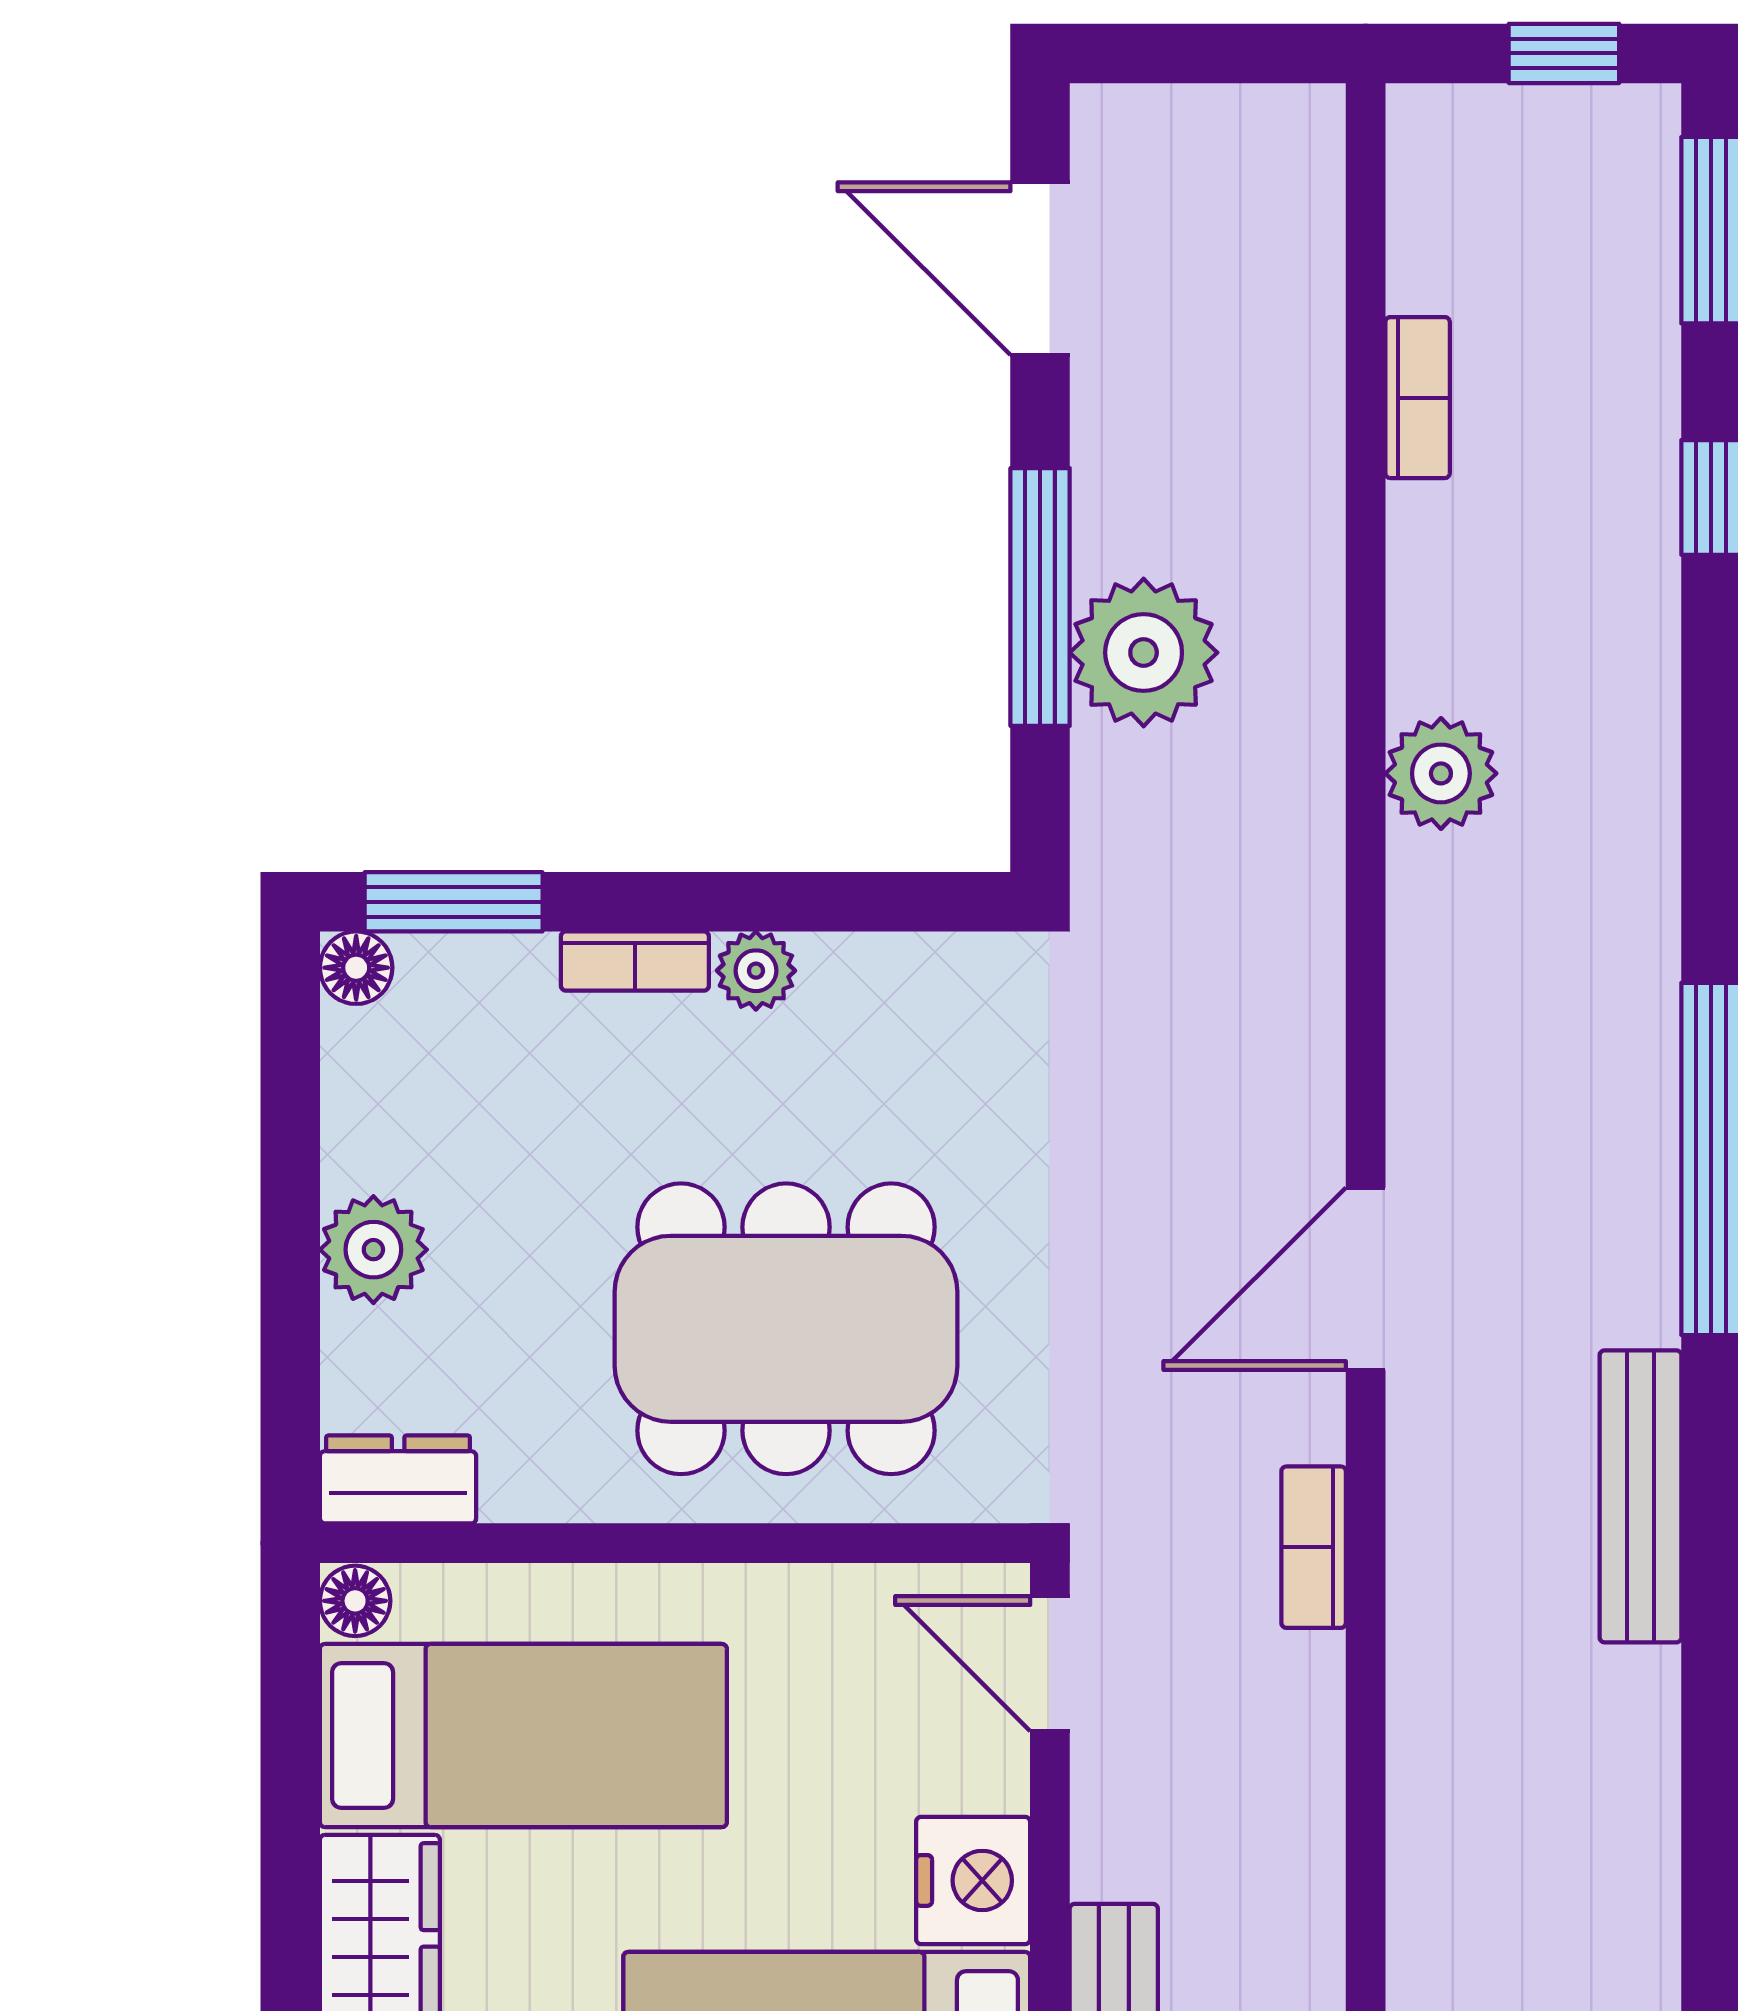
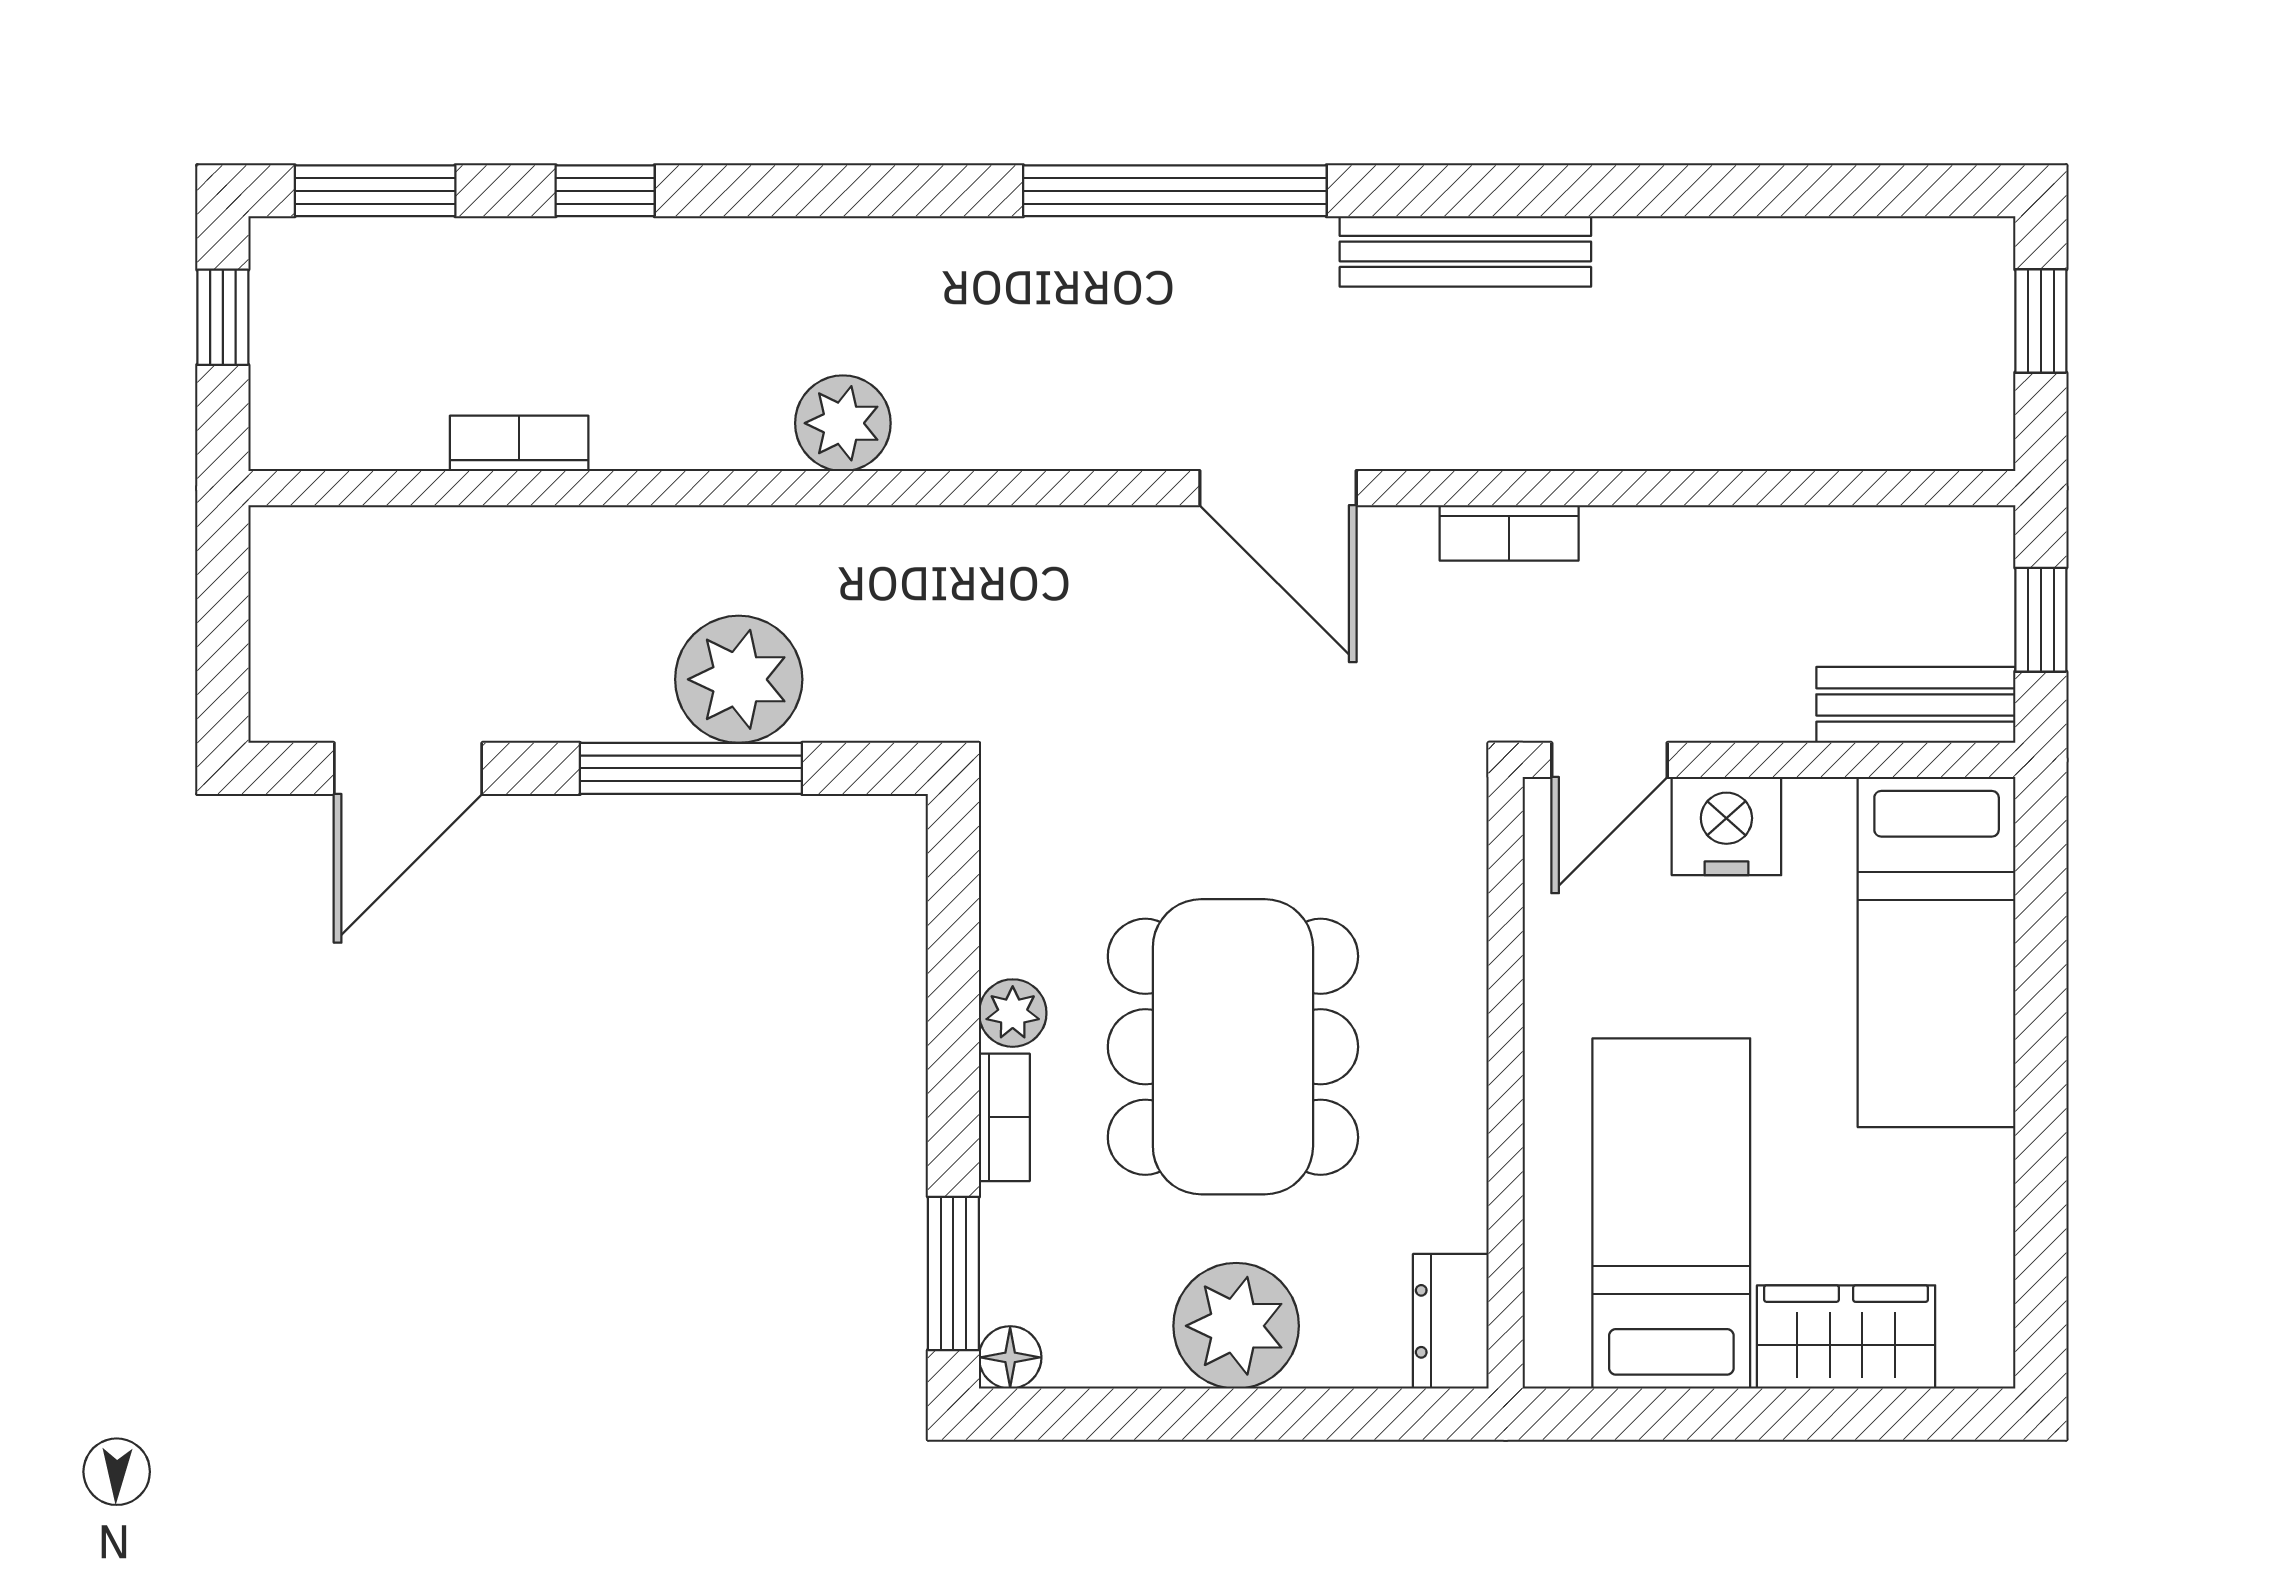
plant: (373, 1250) -> (1236, 1326), width x1.36, depth x1.36
dining table: (786, 1329) -> (1233, 1047), moved
floor lamp: (355, 1601) -> (1555, 1358), removed
nightstand: (973, 1880) -> (1726, 826), moved

